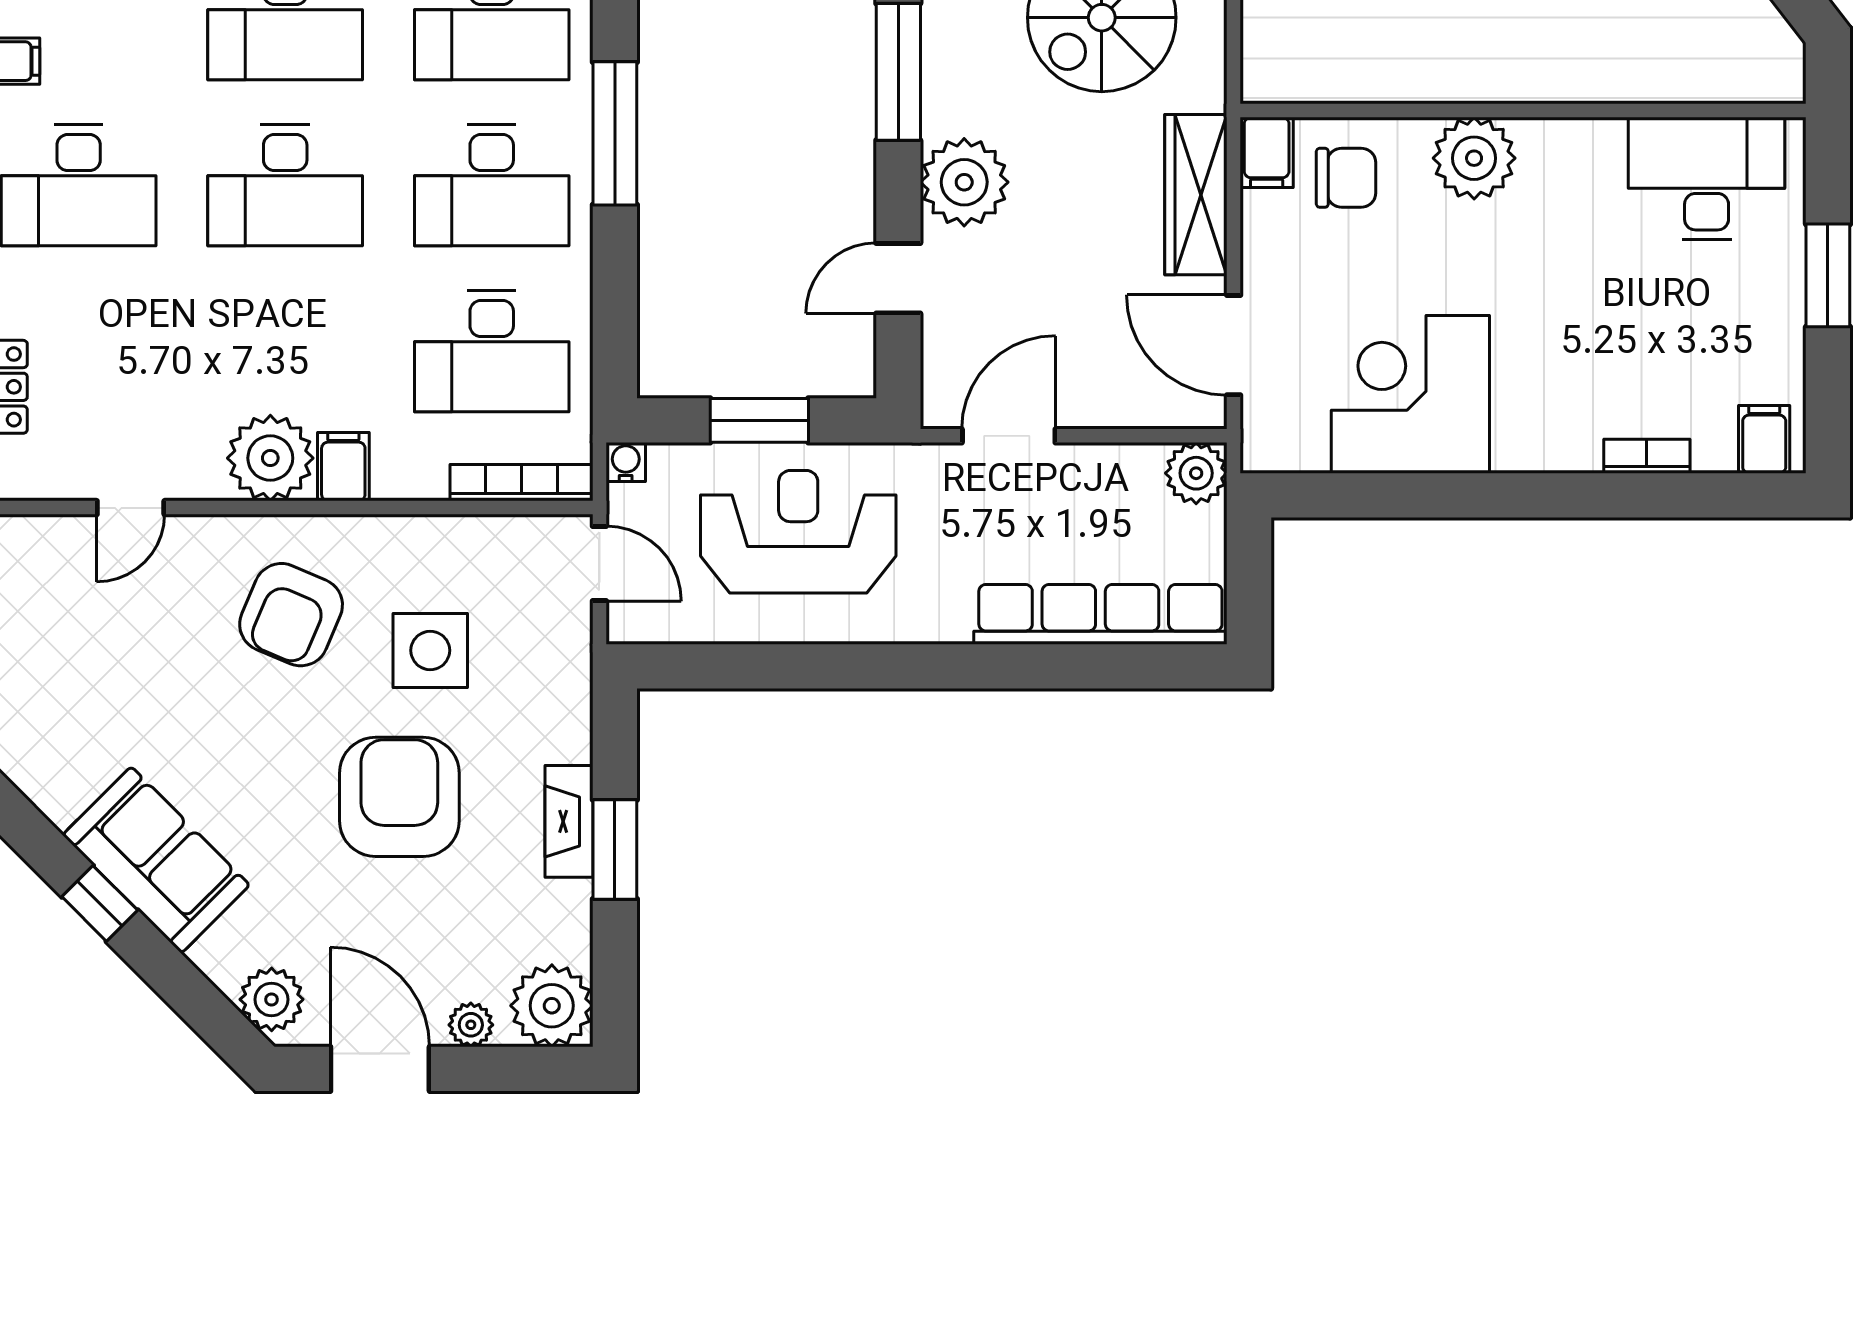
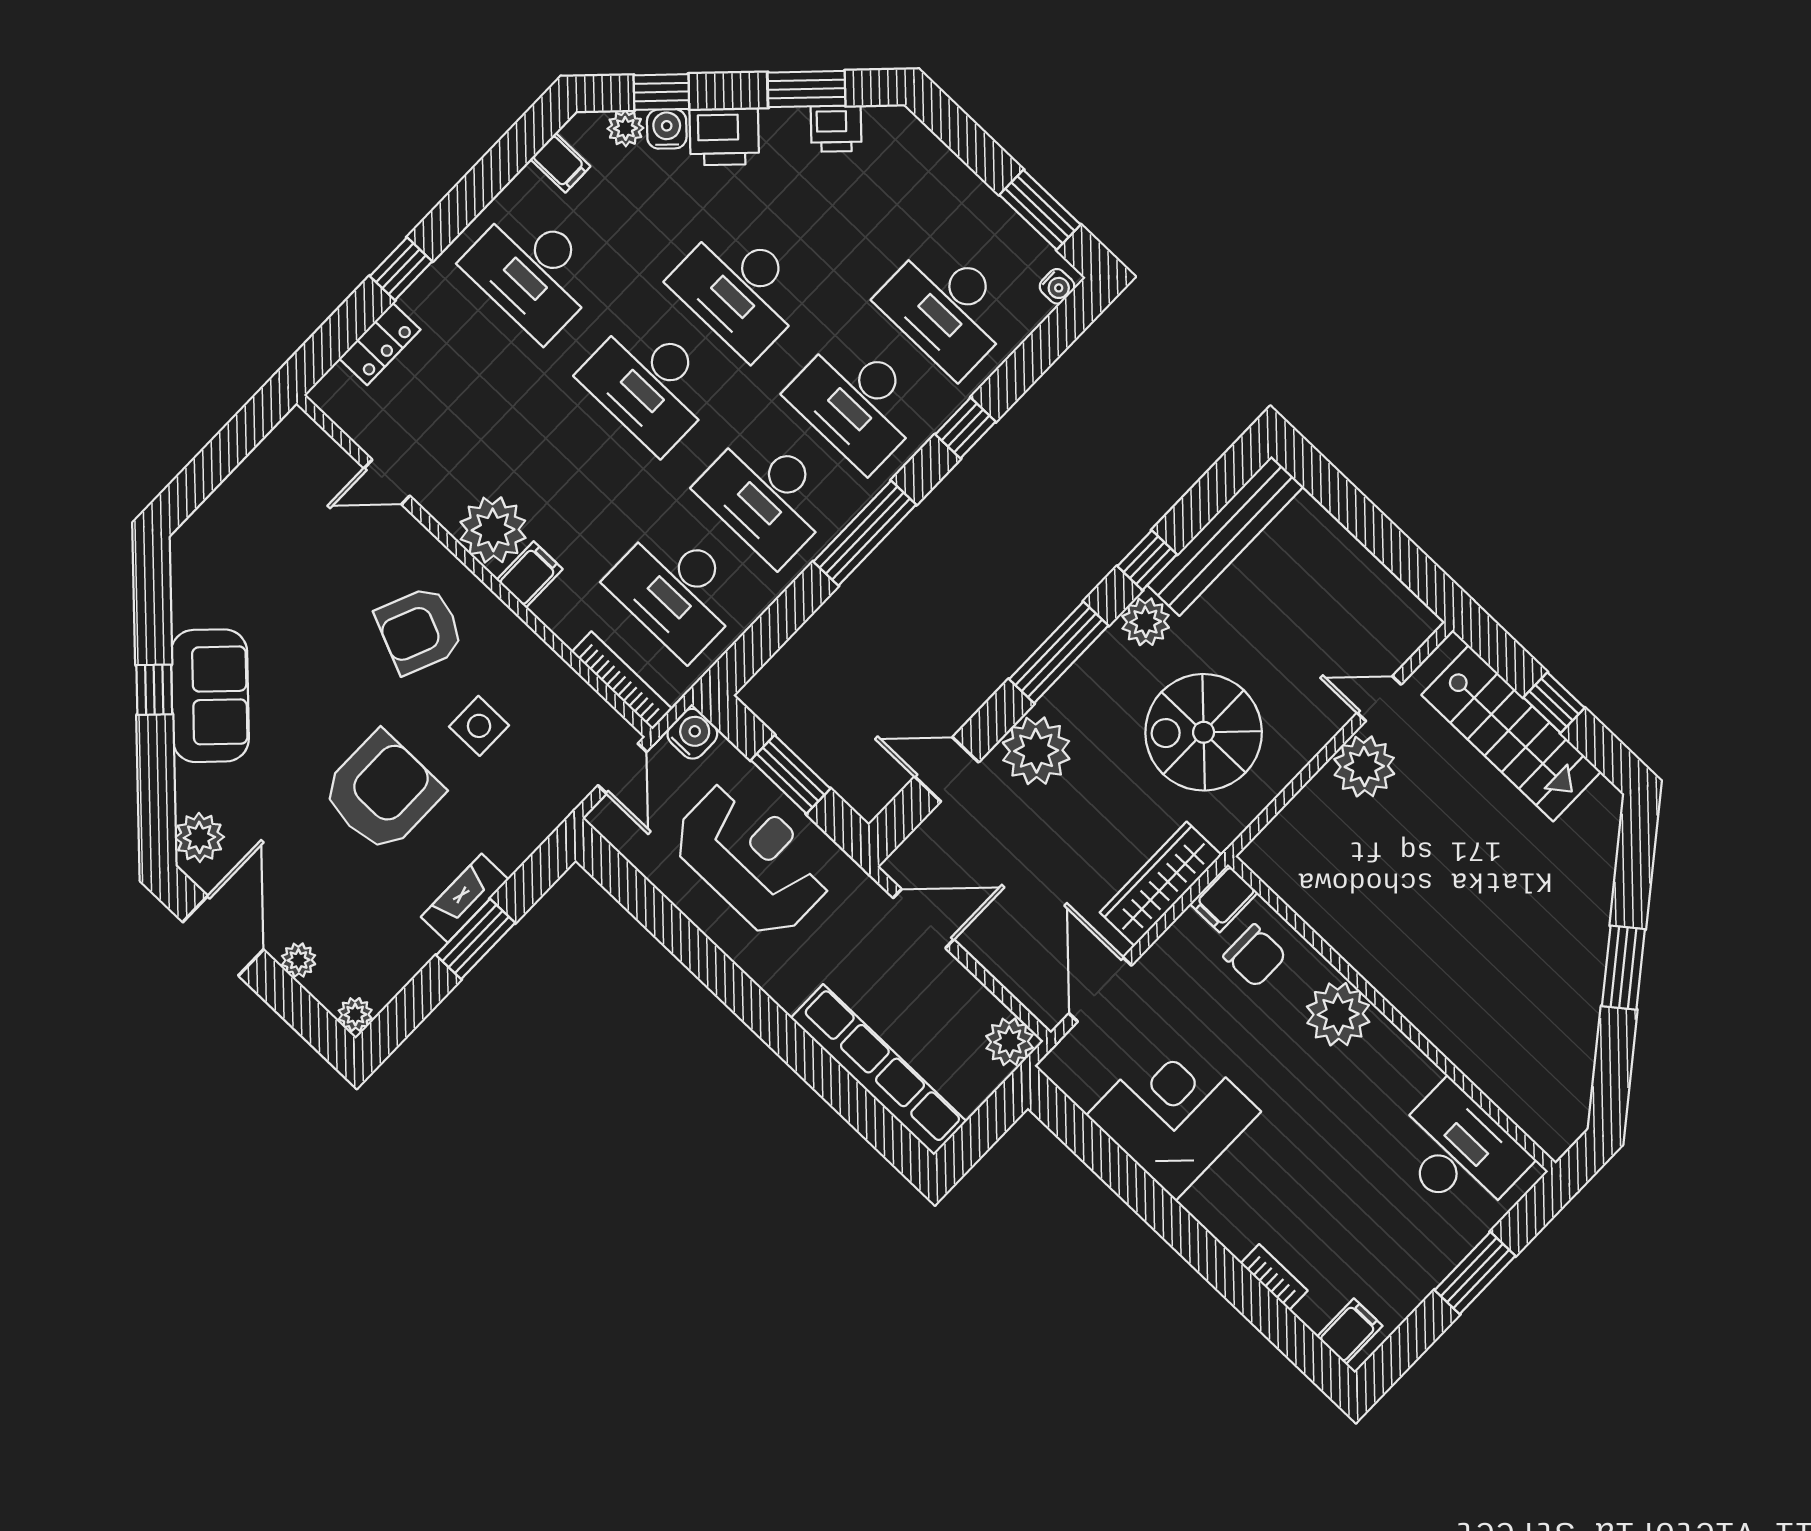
water cooler: (626, 462) -> (692, 734), width x1.38, depth x1.38
side table: (430, 650) -> (479, 726), width x0.73, depth x0.73
plant: (552, 1006) -> (355, 1015), width x0.53, depth x0.53

